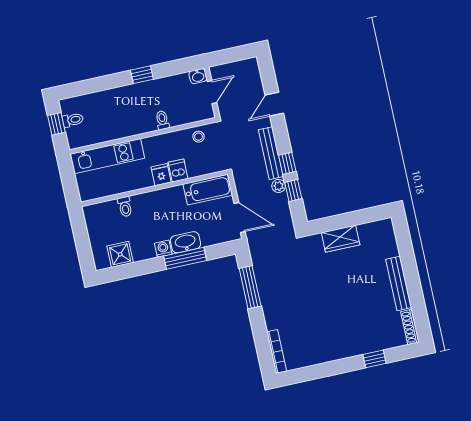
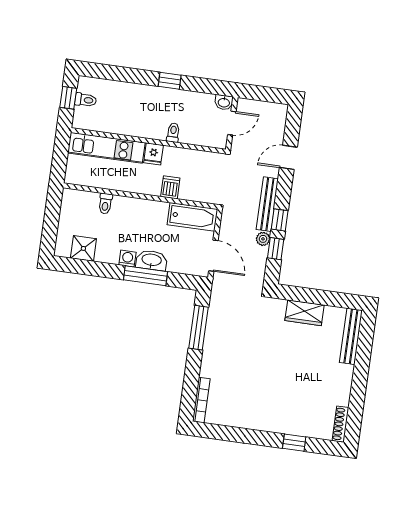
stool: (199, 137) -> (203, 162), removed
fridge: (161, 175) -> (153, 154), moved, turned 180
bench: (399, 283) -> (351, 336), moved

